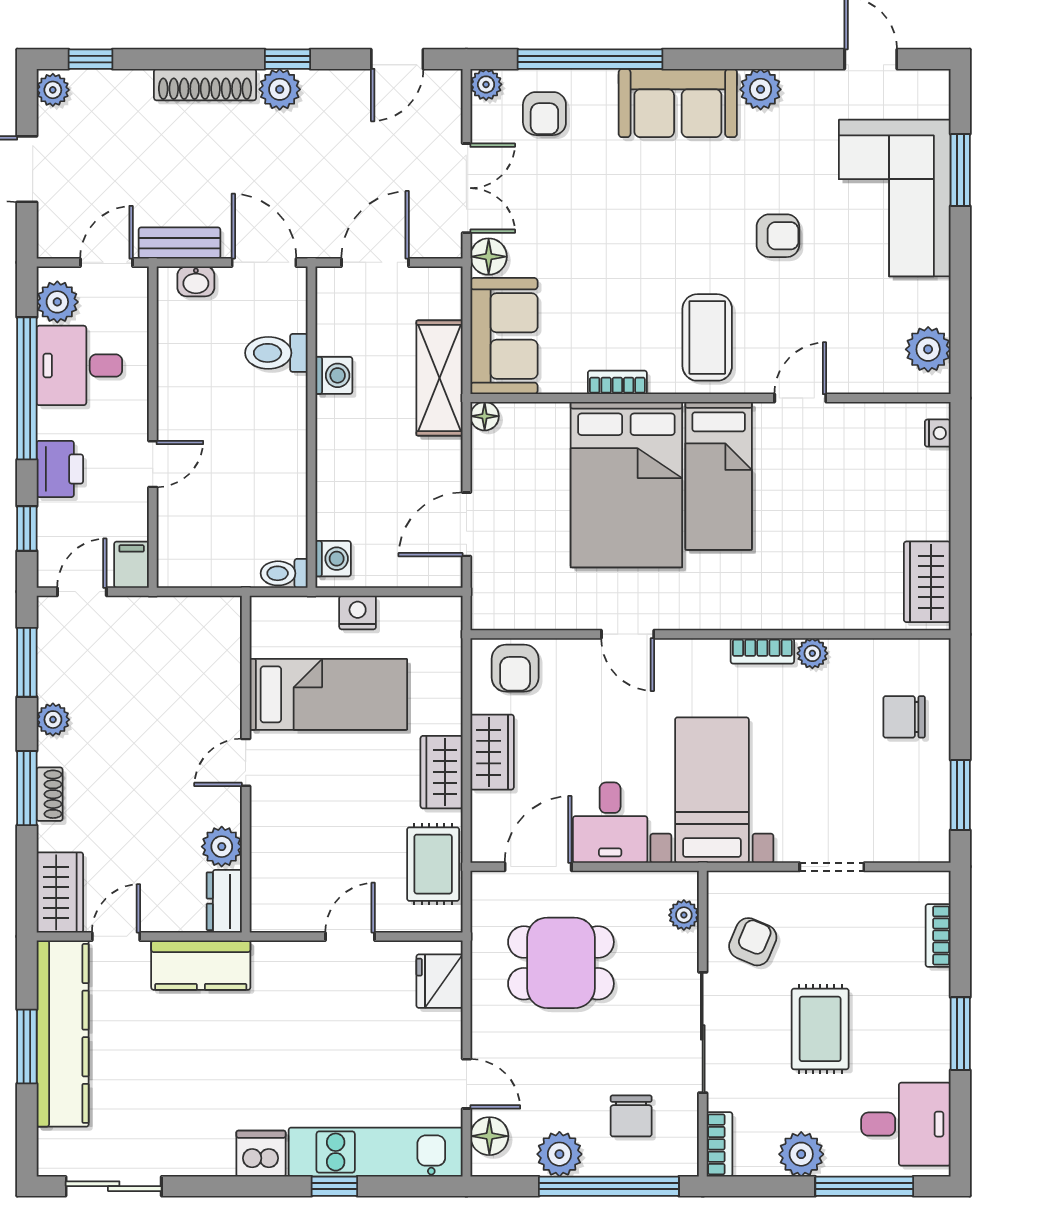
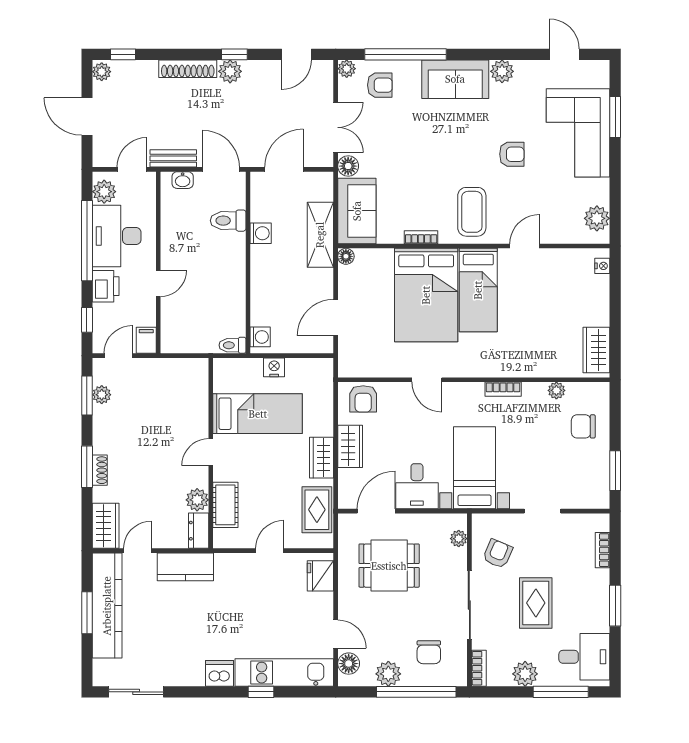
armchair: (544, 114) -> (380, 85), turned -90
desk: (79, 365) -> (117, 236), width x1.37
plant: (812, 653) -> (556, 390), moved
plant: (53, 720) -> (102, 395), moved
cot: (271, 856) -> (225, 505), added

